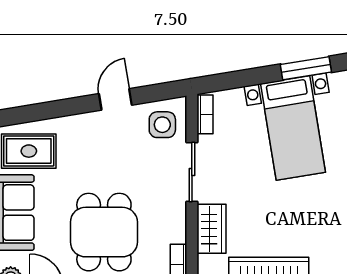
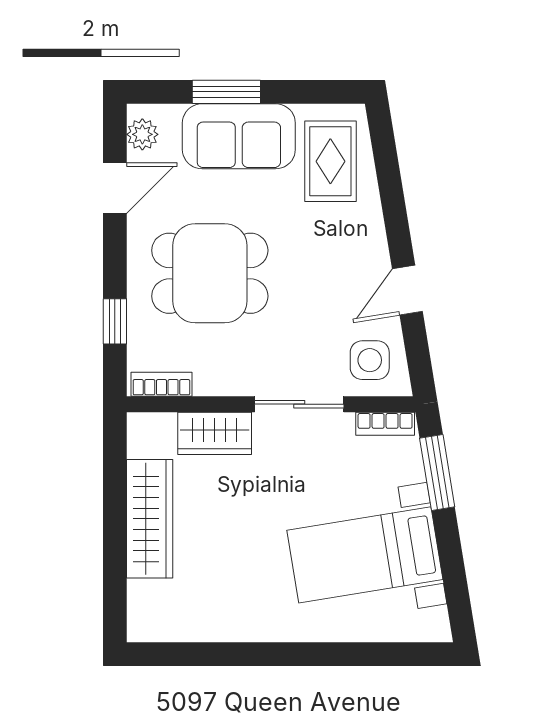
window: (306, 68) -> (437, 472), moved
door: (115, 99) -> (407, 290), swing flipped

